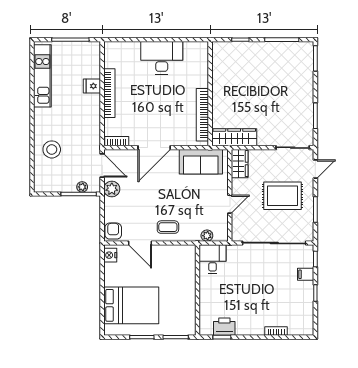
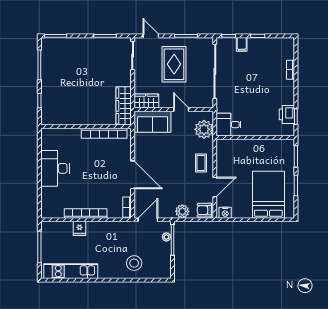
sofa: (201, 162) -> (152, 122), moved, turned 90
plant: (112, 189) -> (182, 211), moved
plant: (207, 236) -> (204, 129), width x1.87, depth x1.87

